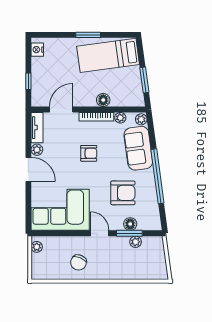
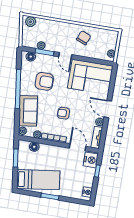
nightstand: (40, 95) -> (91, 160), added
floor lamp: (103, 100) -> (34, 147), moved
door: (61, 109) -> (78, 147), swing flipped
armchair: (123, 193) -> (44, 81), turned 180
floor lamp: (130, 224) -> (31, 57), moved
plant: (156, 272) -> (31, 22), added

